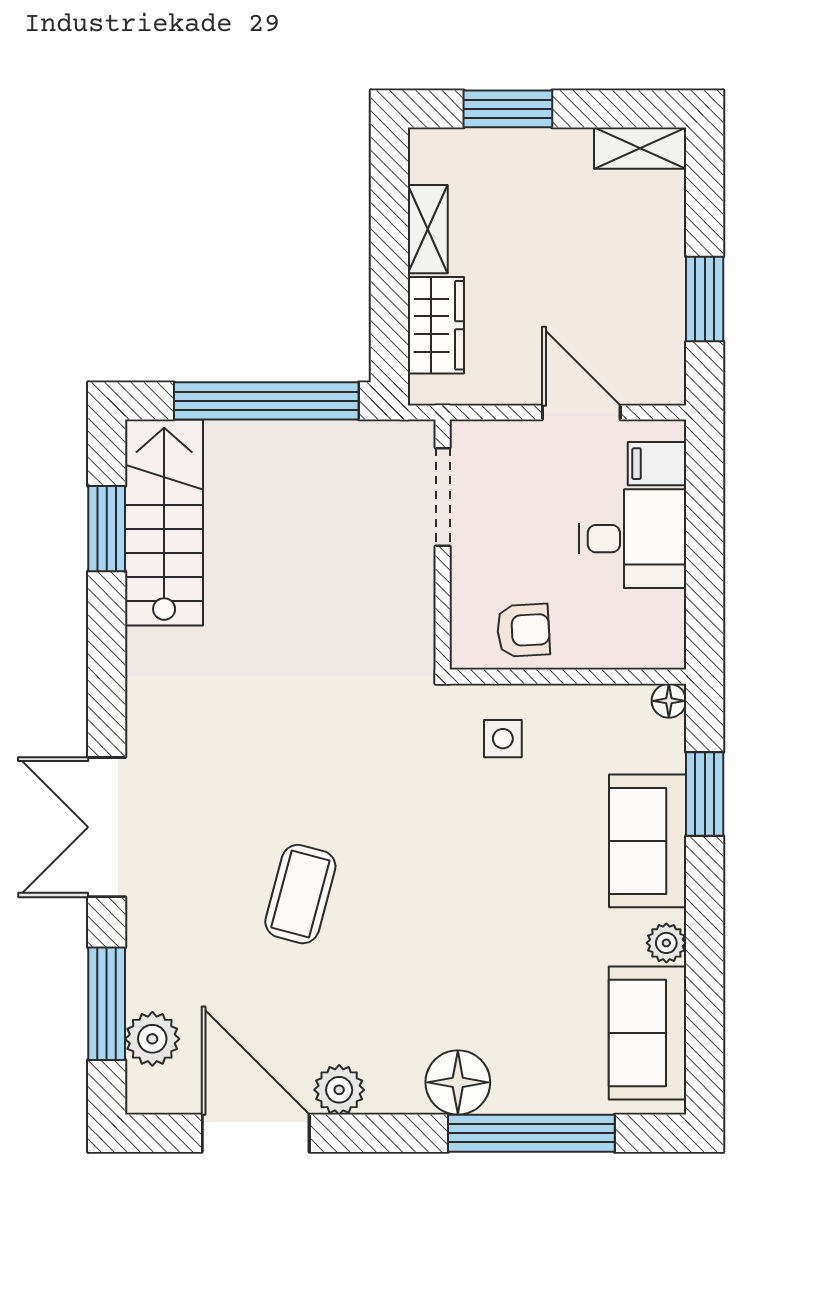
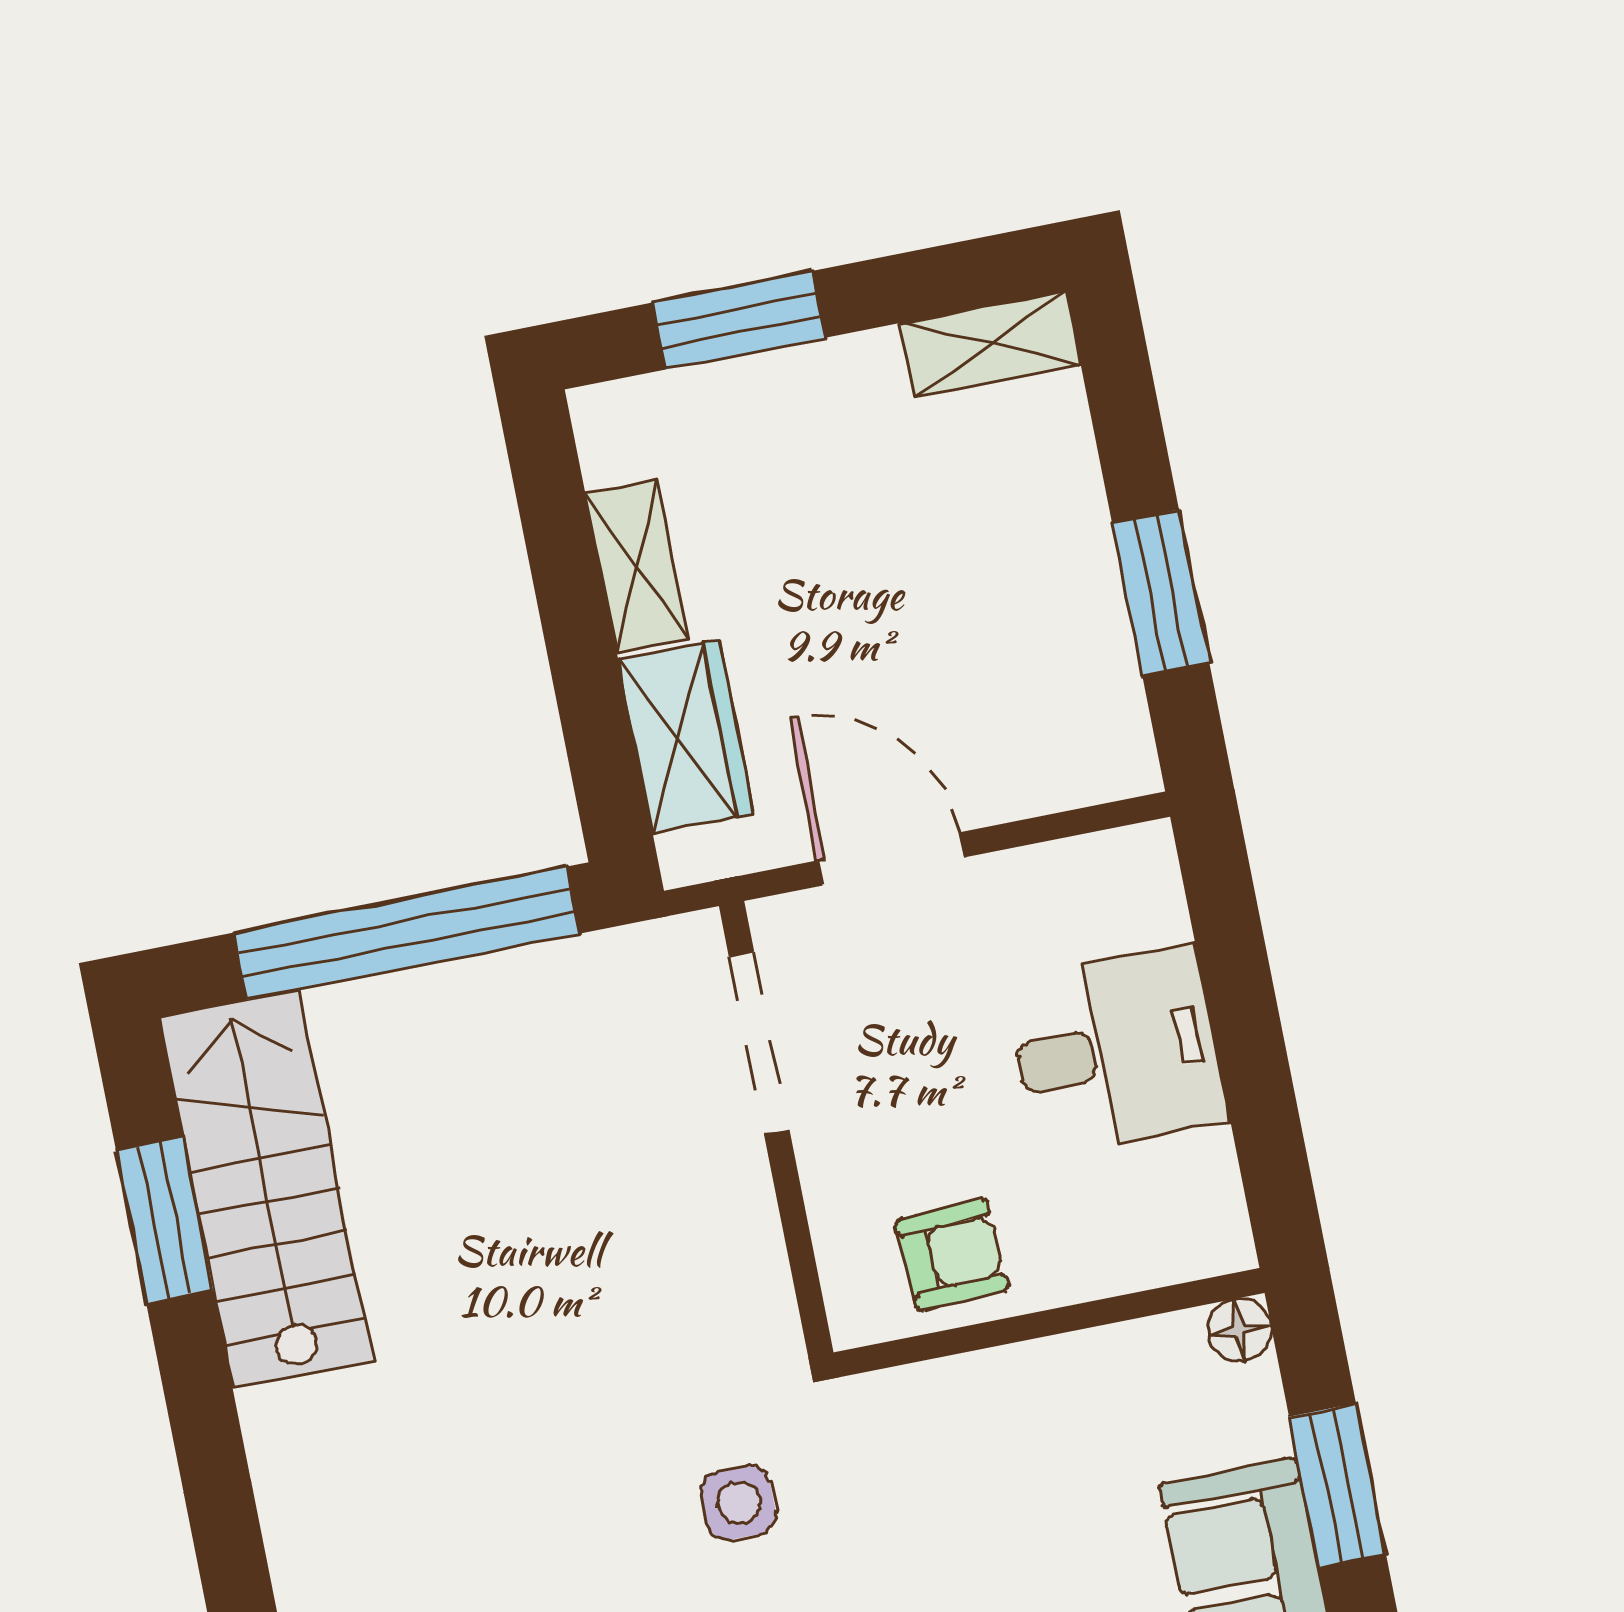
door: (581, 413) -> (891, 859), moved
filing cabinet: (657, 464) -> (1134, 907), removed
side table: (503, 739) -> (739, 1503), moved

